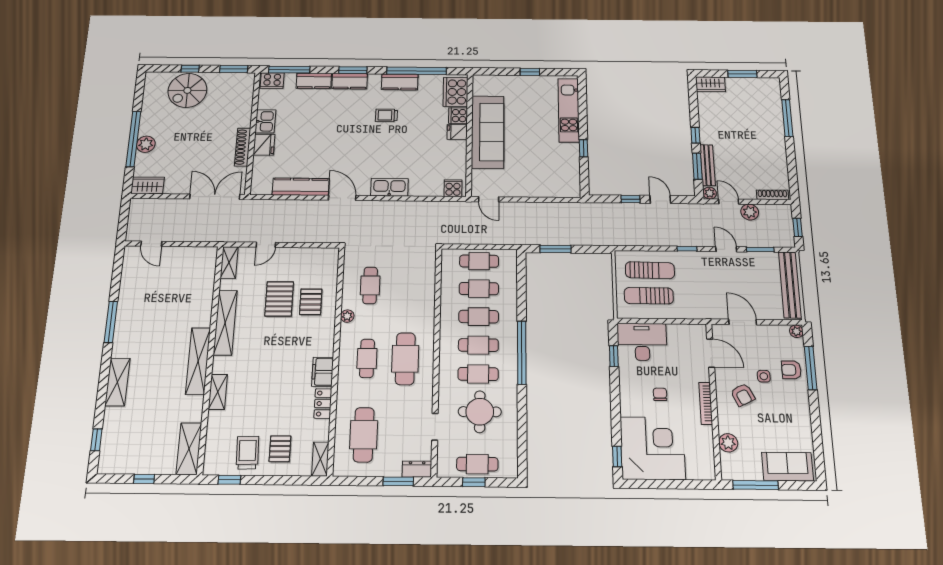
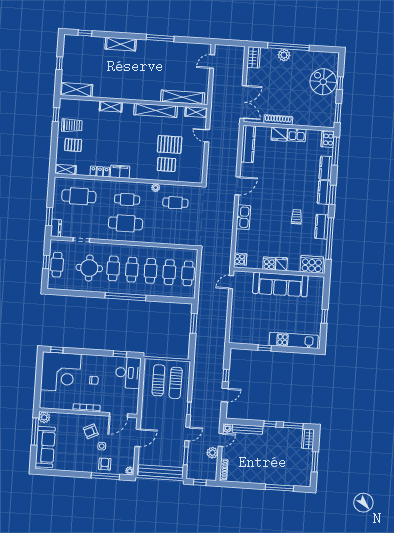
cooker: (458, 116) -> (269, 264), moved
window: (697, 166) -> (293, 425), moved
kitchen counter: (301, 187) -> (248, 144), moved
shelving: (198, 361) -> (183, 97), moved
plant: (728, 443) -> (44, 417), moved
sofa: (787, 467) -> (45, 447), width x1.36

